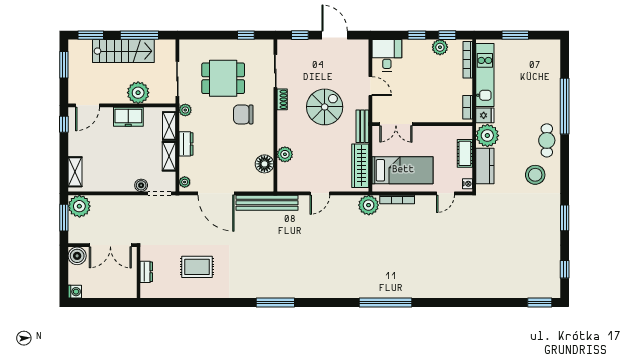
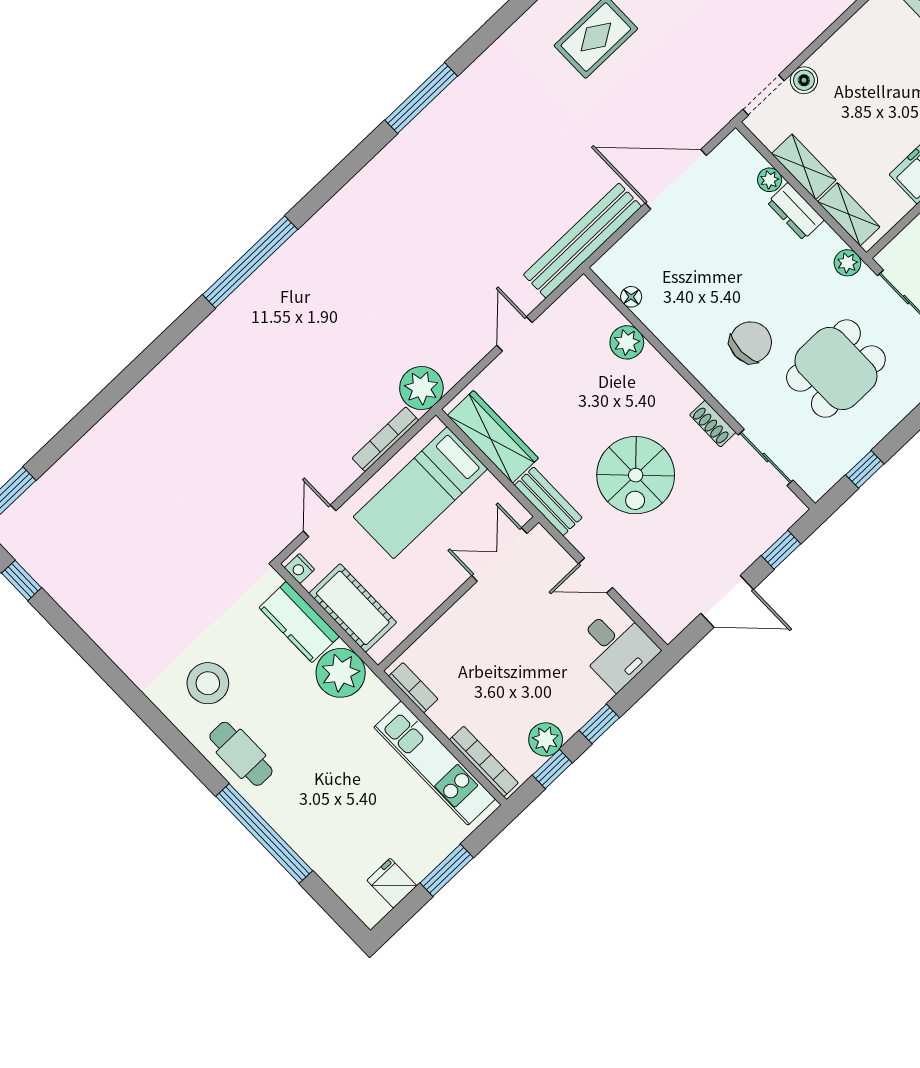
fridge: (485, 115) -> (392, 883), moved, turned 90
cot: (465, 153) -> (353, 608), width x1.37, depth x1.34
floor lamp: (264, 164) -> (631, 297), width x0.53, depth x0.53
plant: (185, 182) -> (770, 180), moved
window: (565, 218) -> (98, 660), removed

